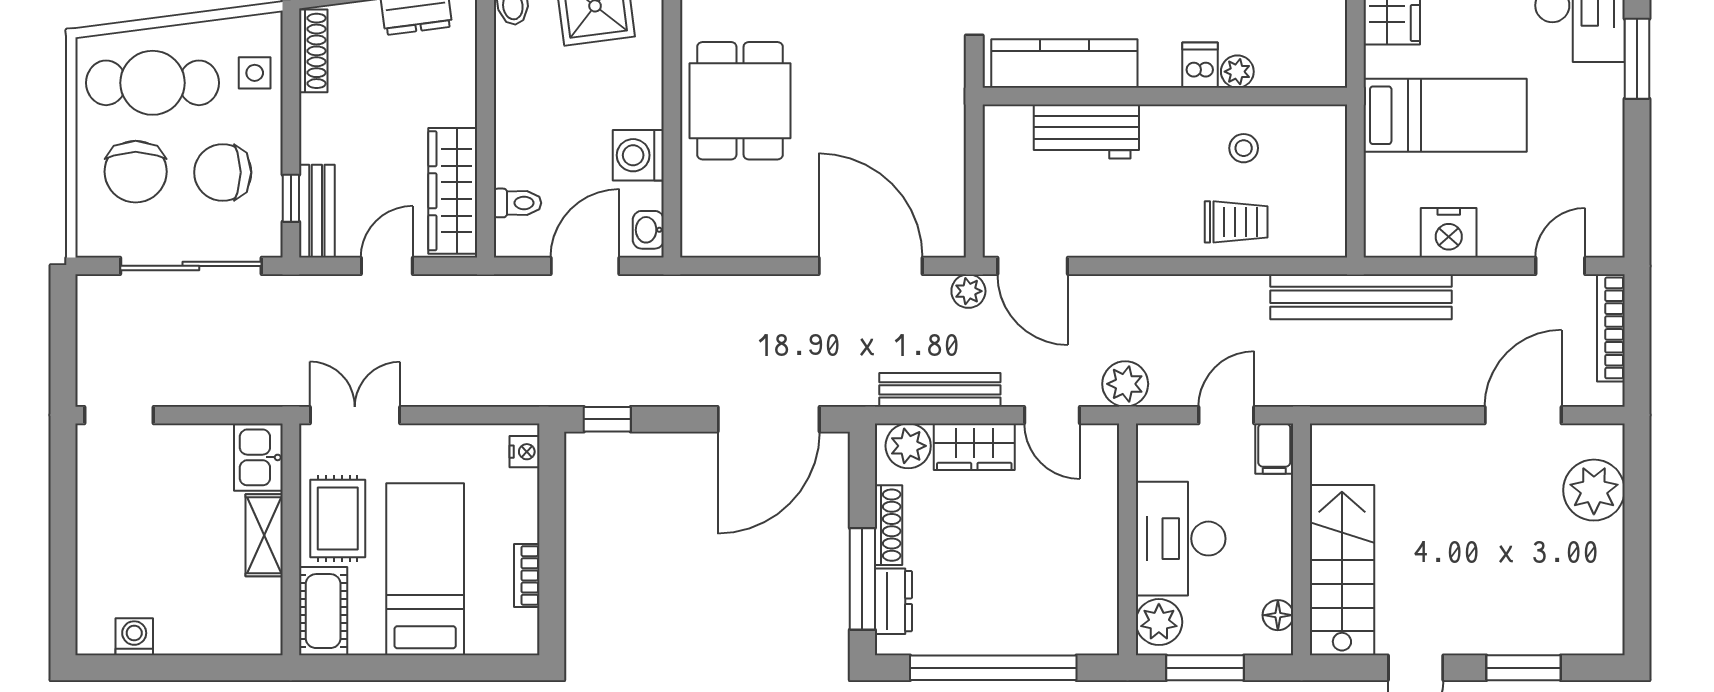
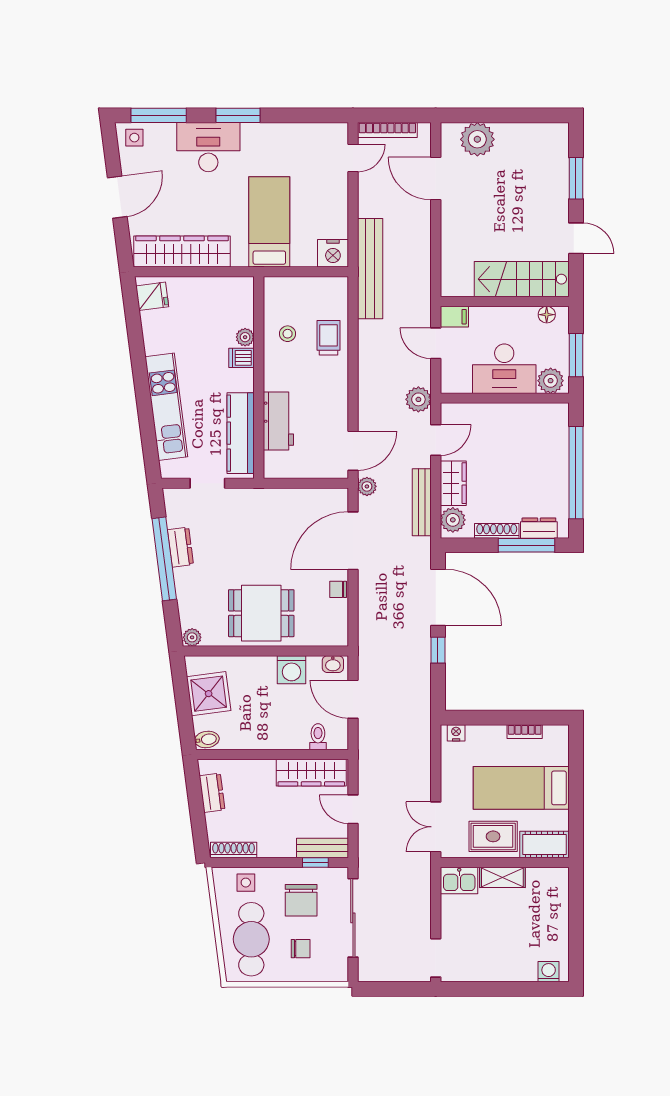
chair: (136, 172) -> (301, 949), width x0.54, depth x0.54
nightstand: (1449, 233) -> (333, 253), moved, turned 90
chair: (783, 239) -> (338, 589), added
door: (1560, 266) -> (353, 158), swing flipped
window: (607, 419) -> (438, 650), moved
washing machine: (134, 637) -> (549, 972), moved, turned 90

